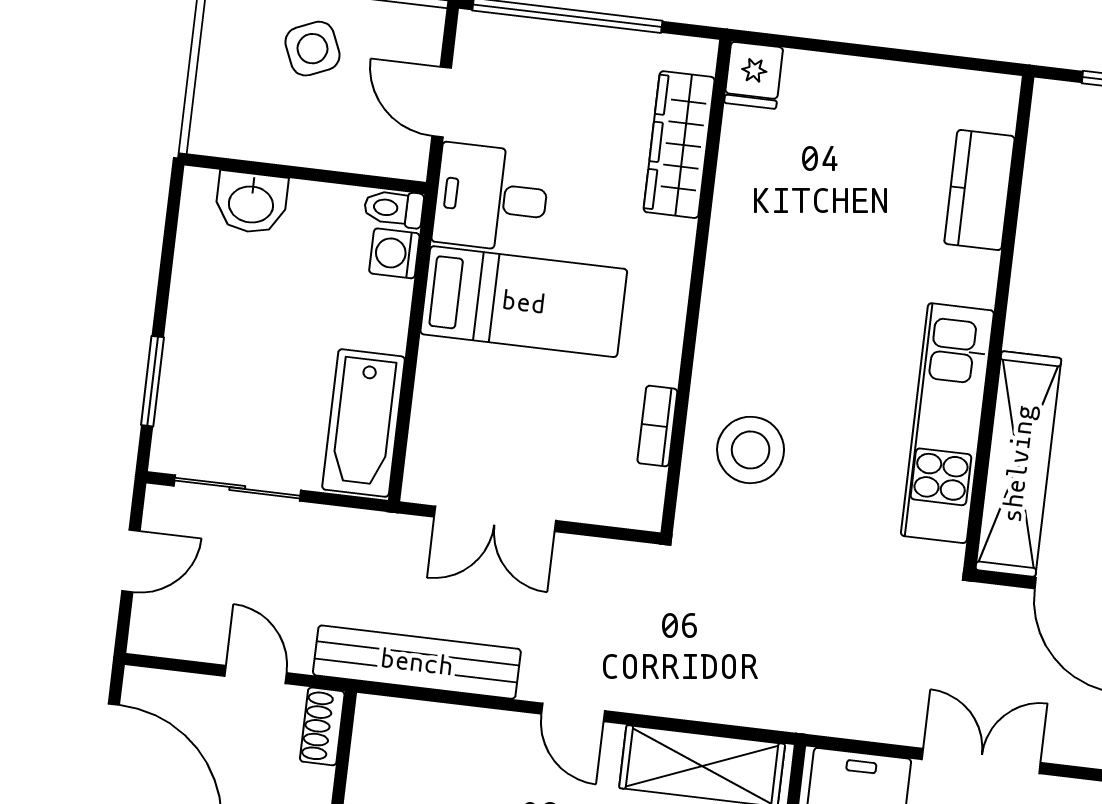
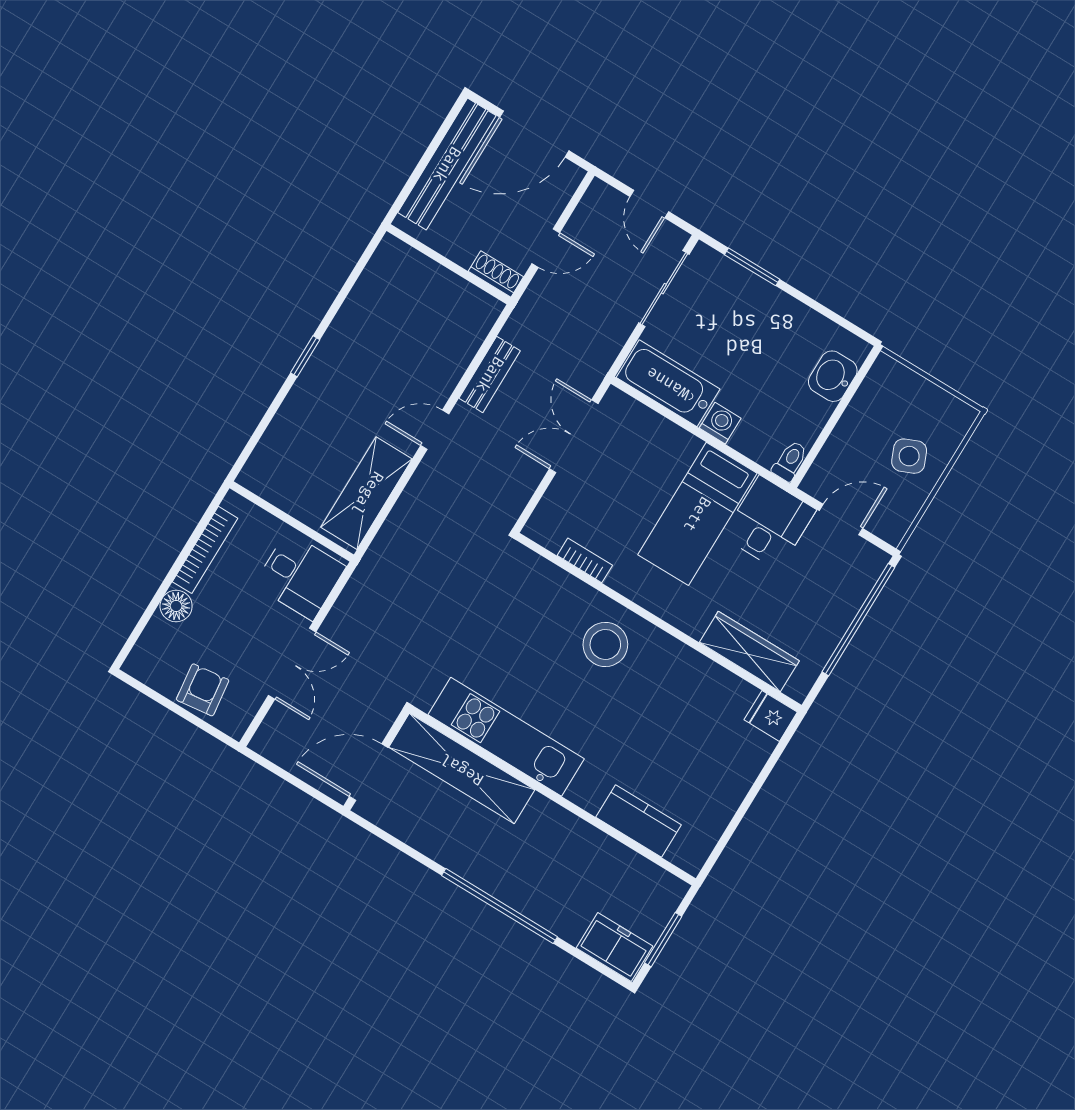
washing machine: (394, 253) -> (720, 423), moved
stool: (751, 450) -> (605, 644), moved
bench: (417, 662) -> (490, 374), width x0.54, depth x0.82

